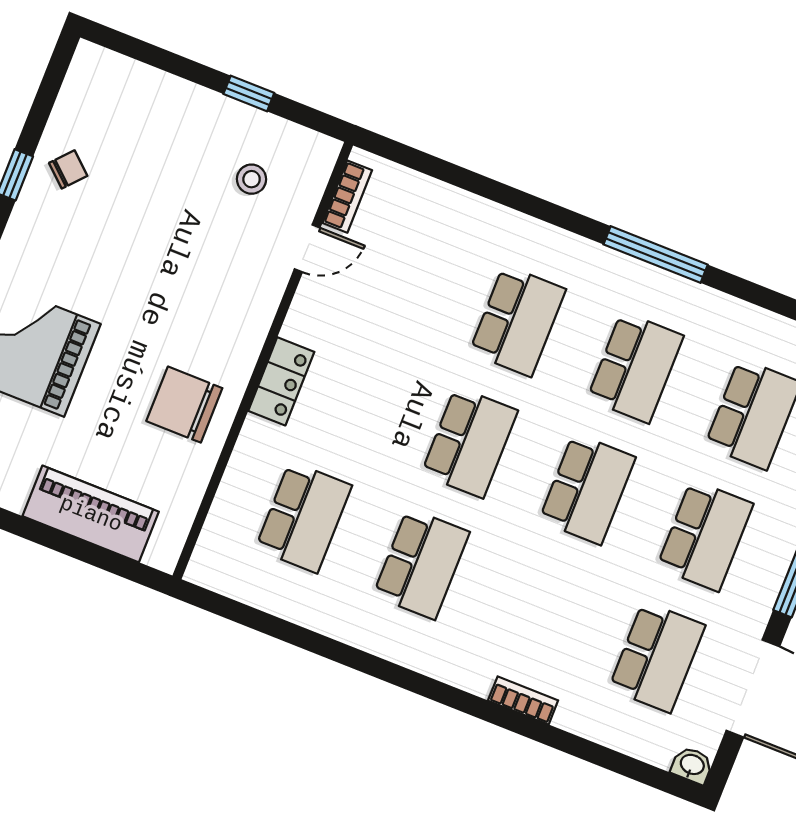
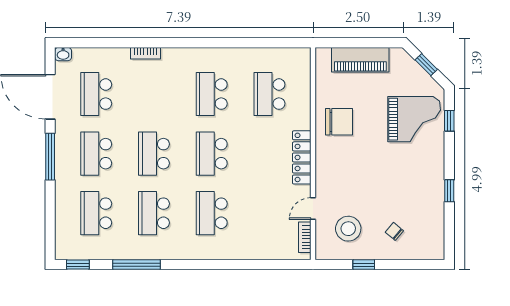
chair: (68, 169) -> (394, 231), moved, turned 88
stool: (252, 179) -> (348, 229), width x1.89, depth x1.89
window: (656, 254) -> (136, 265), moved
locker: (281, 381) -> (302, 157), width x1.53

